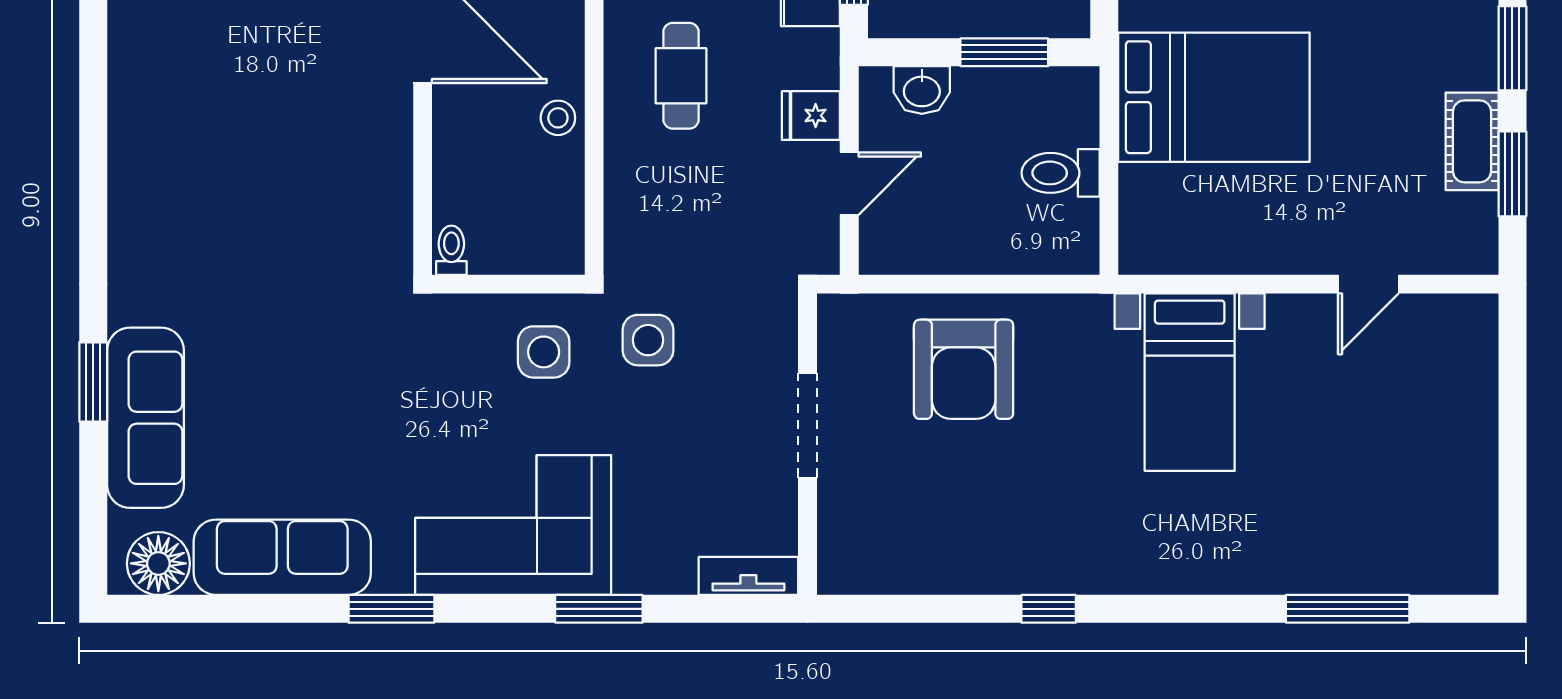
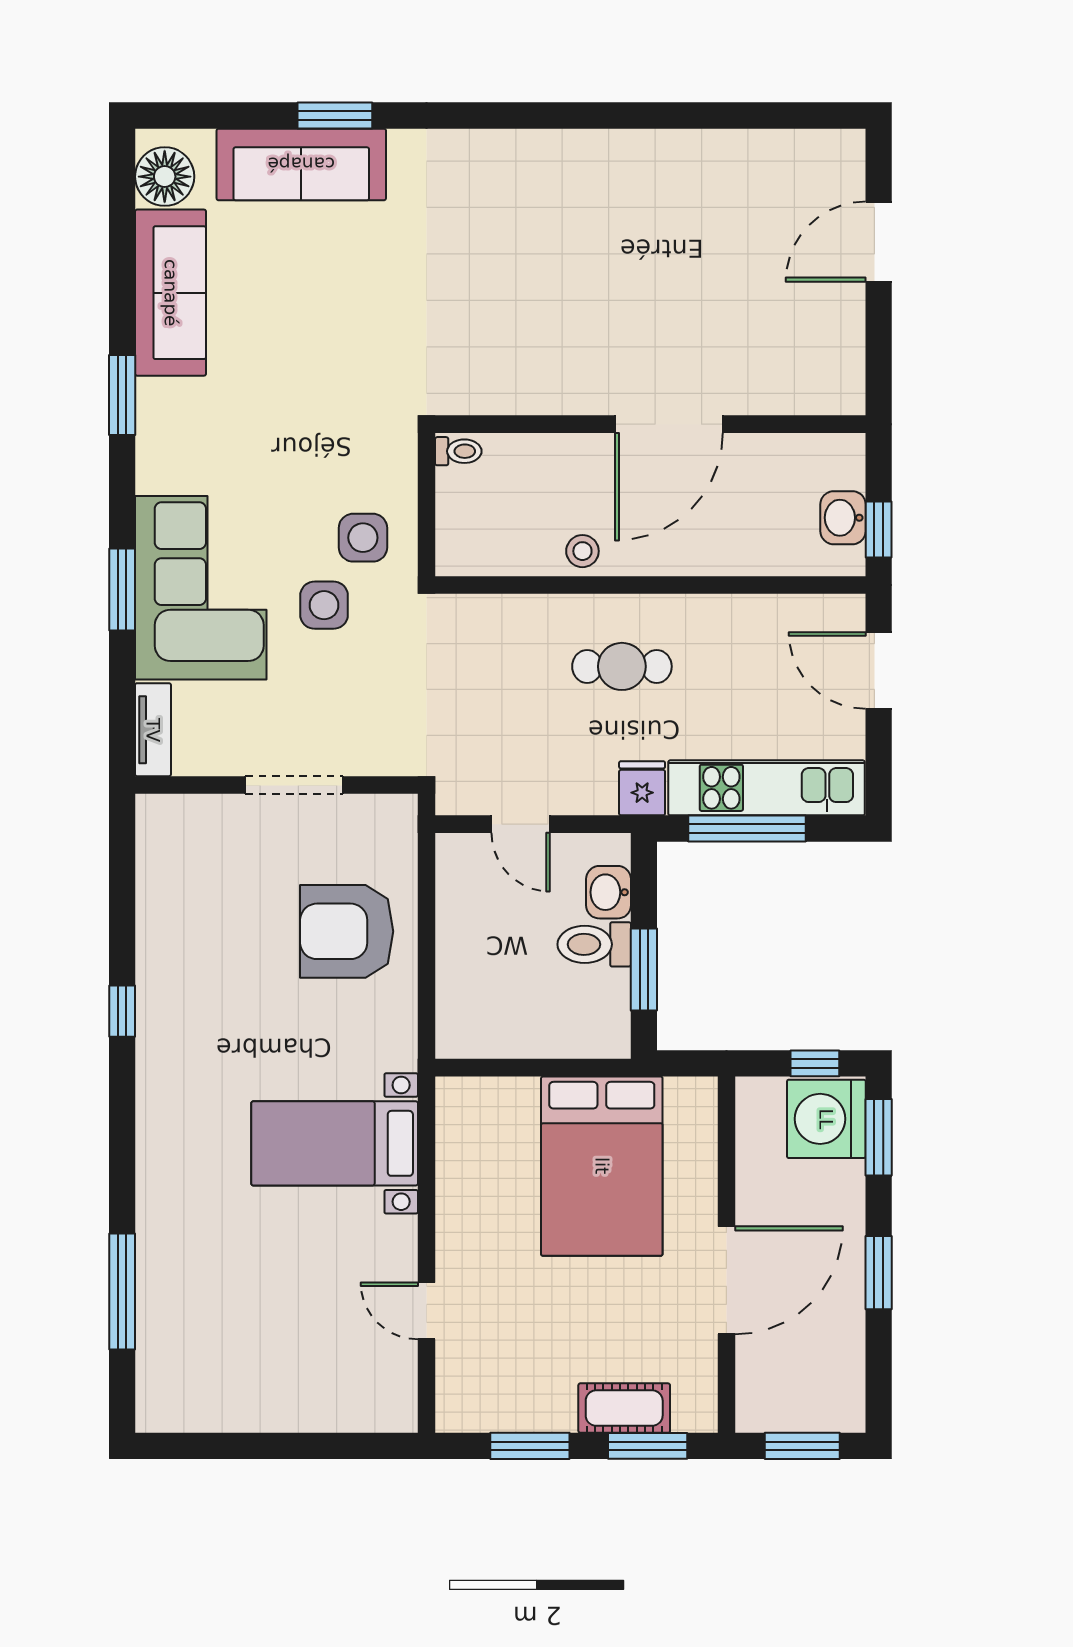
fridge: (811, 116) -> (642, 788), moved
cot: (1472, 141) -> (624, 1408), moved
toilet: (1061, 173) -> (594, 944), moved, turned -90
side table: (648, 340) -> (324, 605), moved
corner sofa: (513, 525) -> (201, 588), moved

